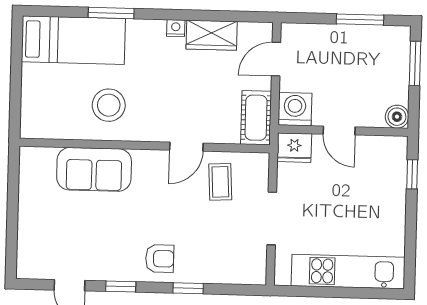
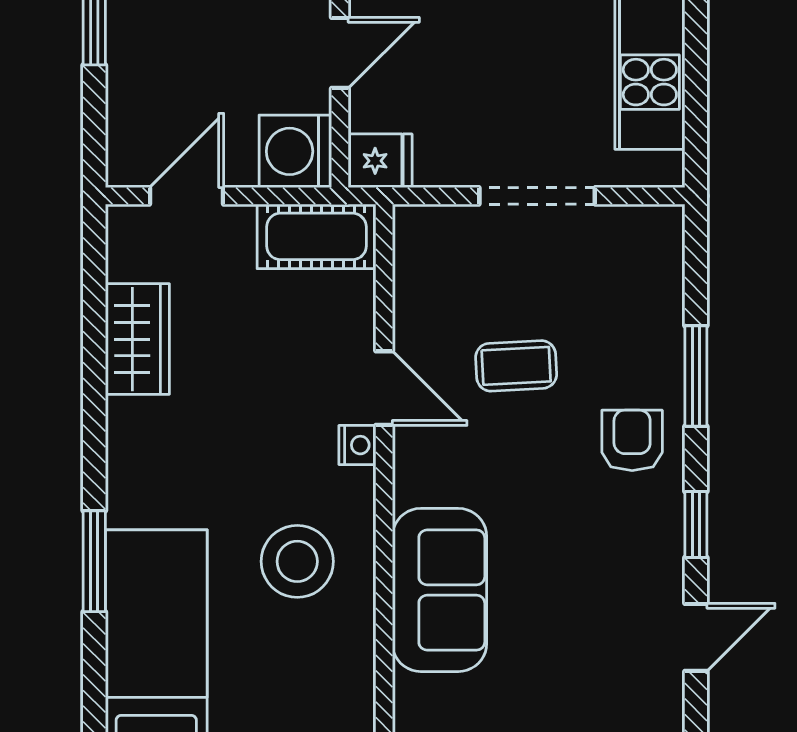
nightstand: (176, 28) -> (357, 445), moved, turned 180
door: (276, 59) -> (187, 196), swing flipped
fridge: (294, 148) -> (380, 161), width x0.72
coffee table: (220, 182) -> (516, 366), moved
window: (188, 288) -> (696, 376), width x1.50

